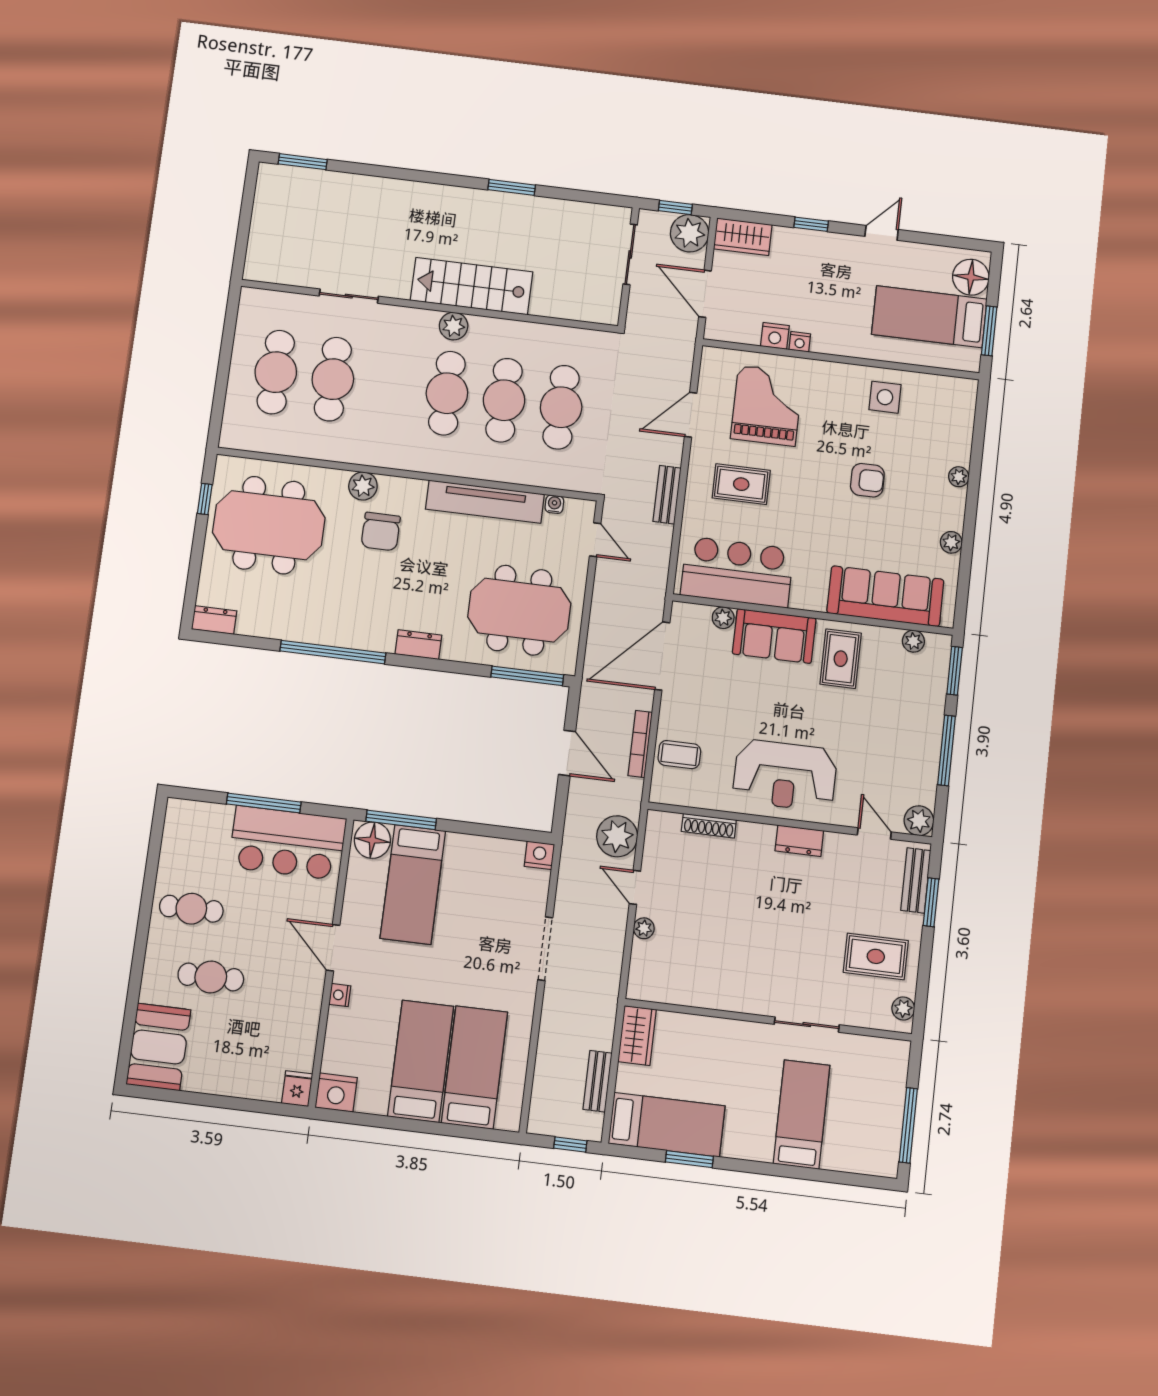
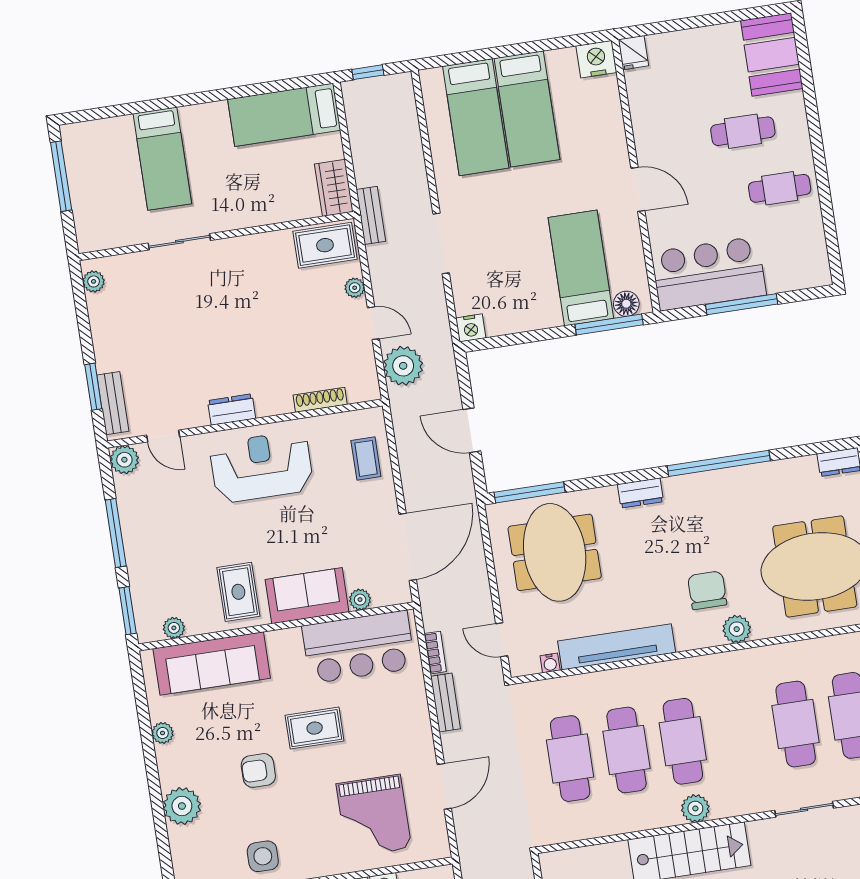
plant: (959, 477) -> (182, 806), width x1.88, depth x1.88
rug: (741, 484) -> (315, 728), moved
meeting table: (519, 610) -> (555, 552), turned 90
bookcase: (640, 744) -> (435, 653), moved, width x0.64
coffee table: (679, 755) -> (366, 458), turned 90
floor lamp: (372, 840) -> (626, 304), width x0.73, depth x0.73
rug: (876, 956) -> (325, 245), moved
nightstand: (340, 995) -> (619, 148), removed
bench: (598, 1081) -> (371, 215), moved
window: (689, 1159) -> (255, 90), removed

